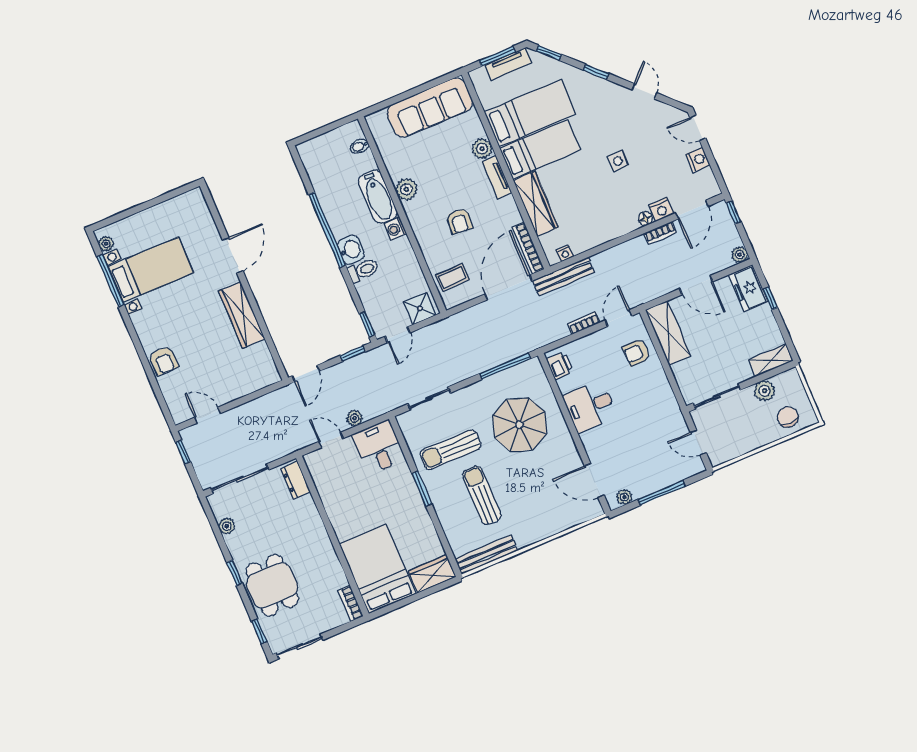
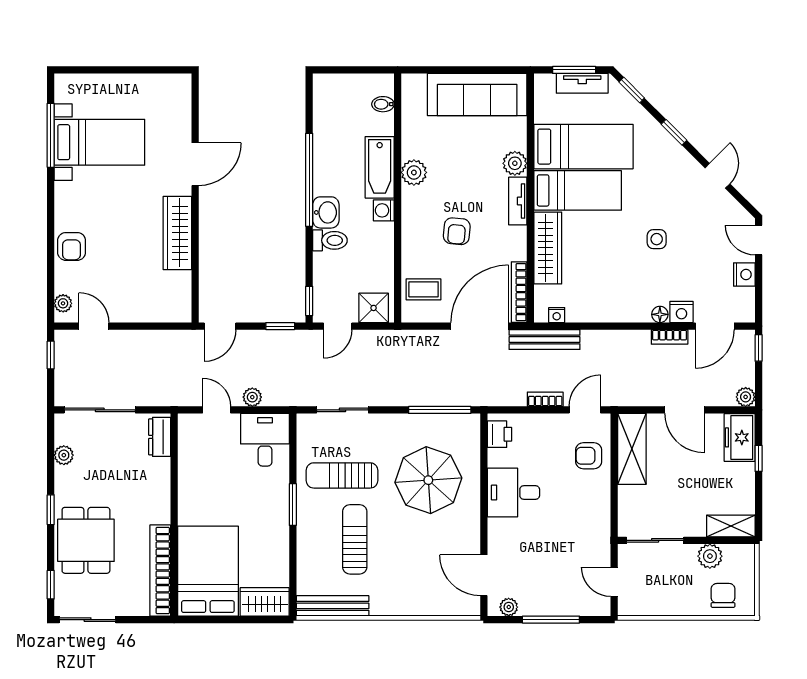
plant: (106, 244) -> (63, 303), moved
bookcase: (351, 603) -> (160, 571), width x2.31, depth x1.31

